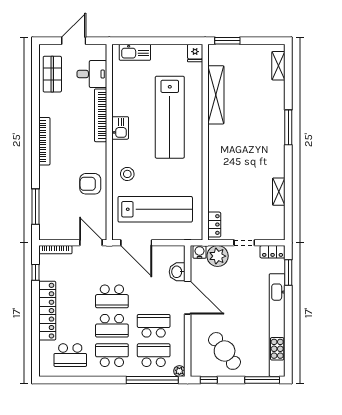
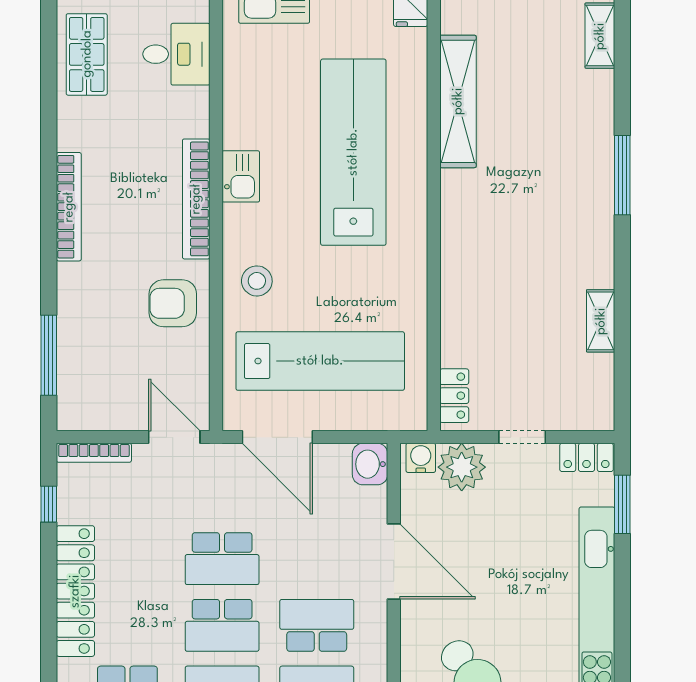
bookcase: (101, 115) -> (196, 199), moved
lab bench: (170, 117) -> (353, 152), turned 180
washbasin: (177, 272) -> (370, 464), moved

